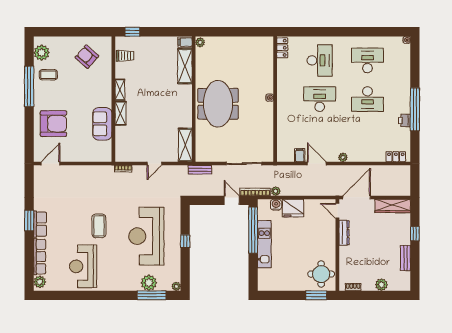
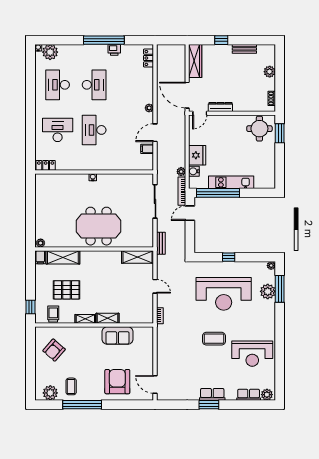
plant: (402, 53) -> (50, 52), added
pallet: (151, 70) -> (67, 290), added
row of seats: (40, 257) -> (249, 395), width x0.68

